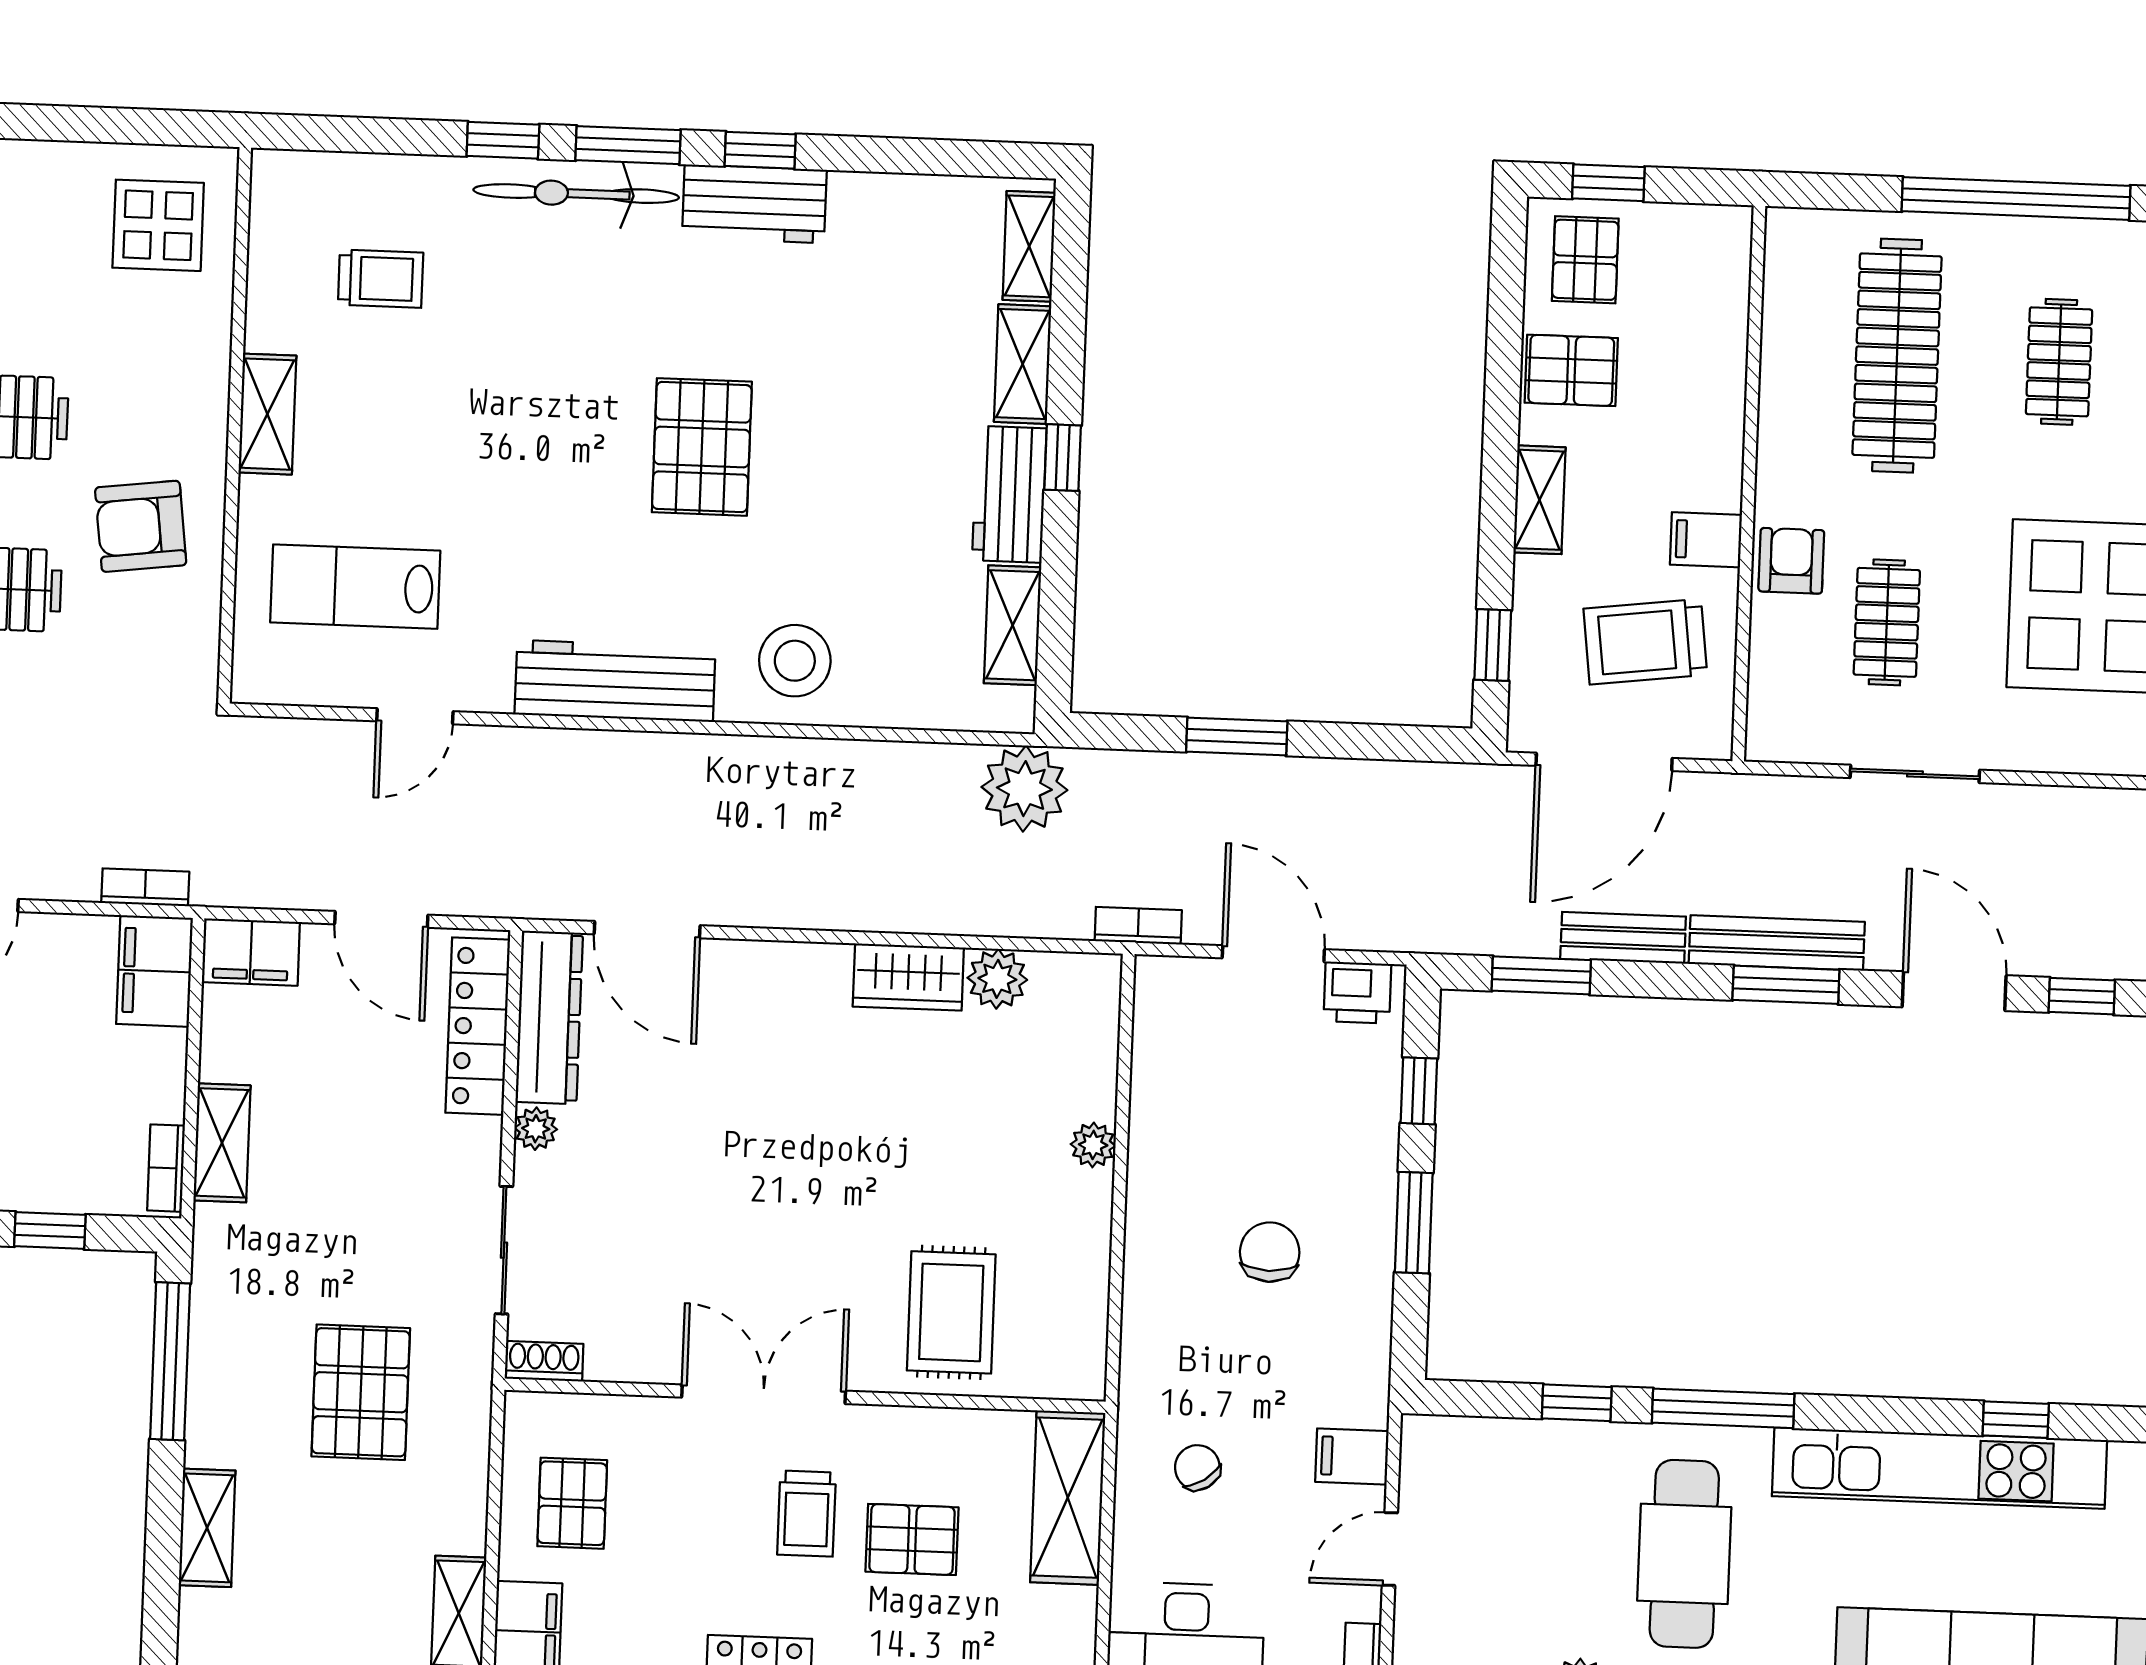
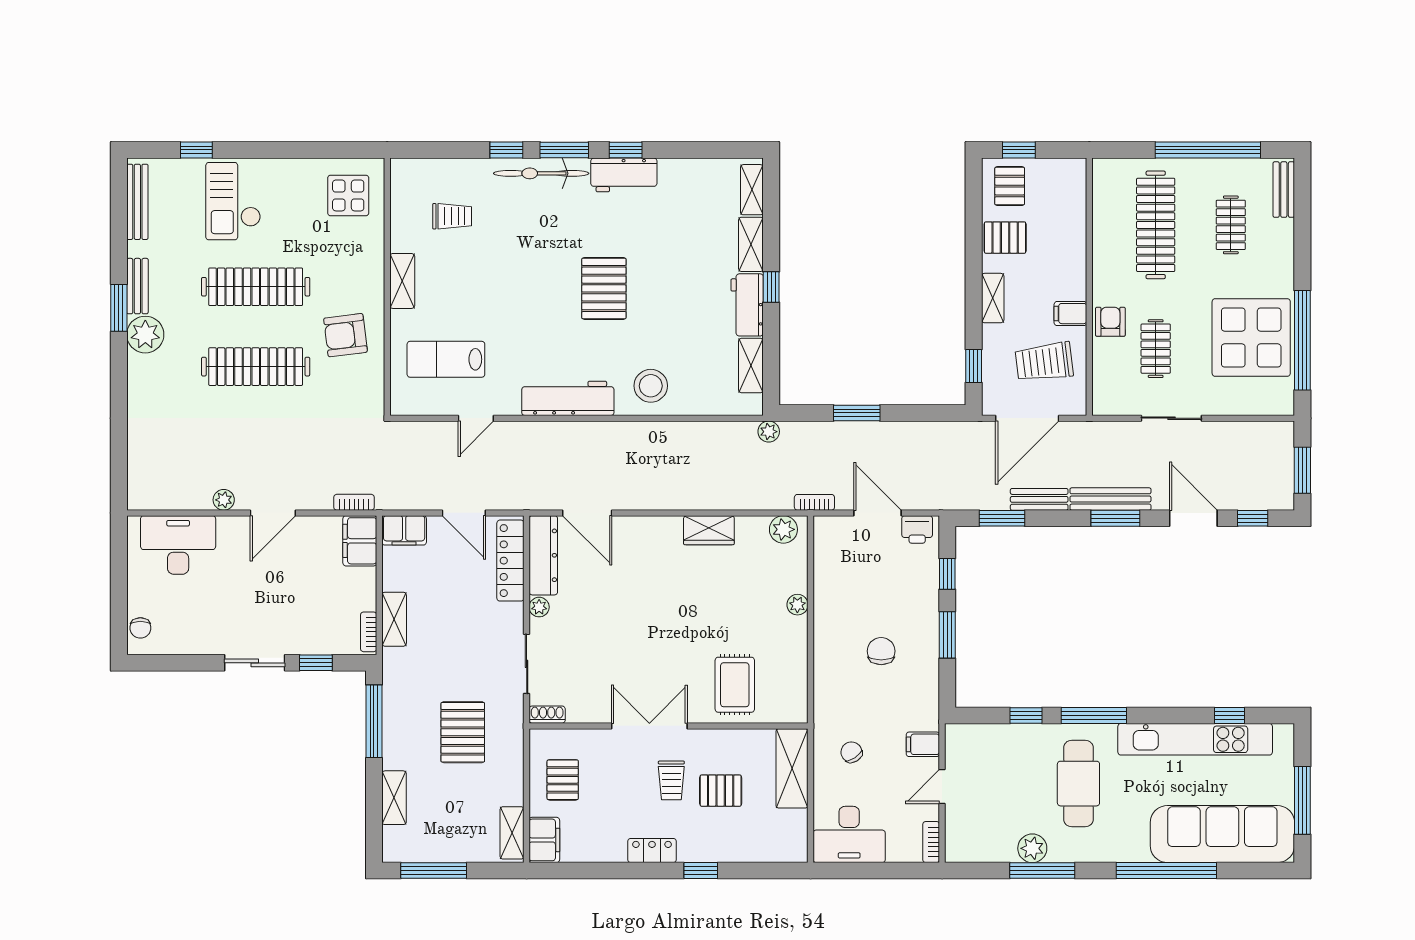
plant: (1024, 789) -> (769, 432), width x0.53, depth x0.53
plant: (997, 979) -> (783, 529), moved

